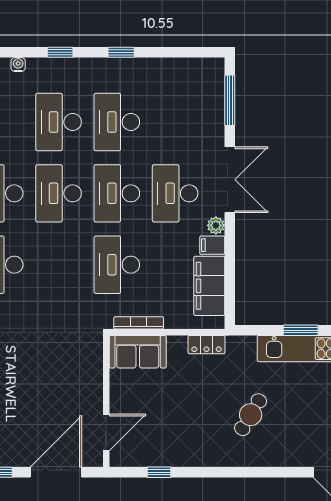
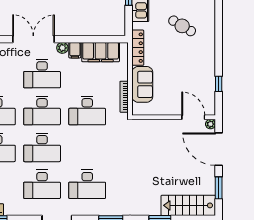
locker: (207, 345) -> (138, 48), width x1.53
sofa: (138, 352) -> (142, 84), moved
plant: (95, 459) -> (210, 124), added

